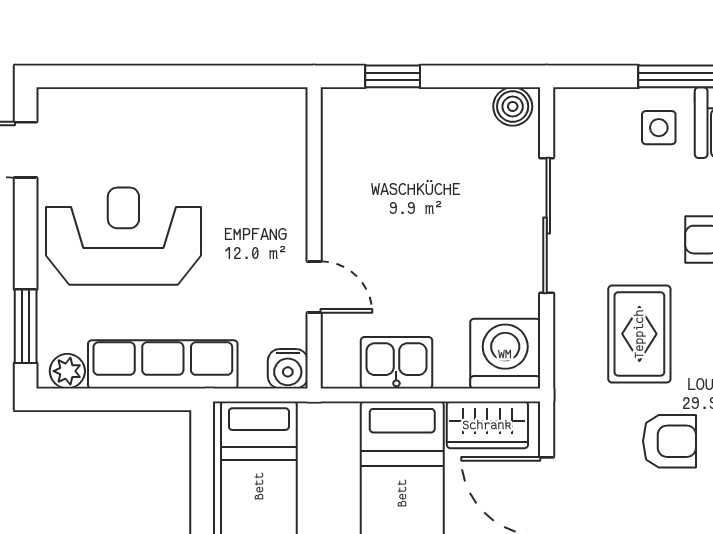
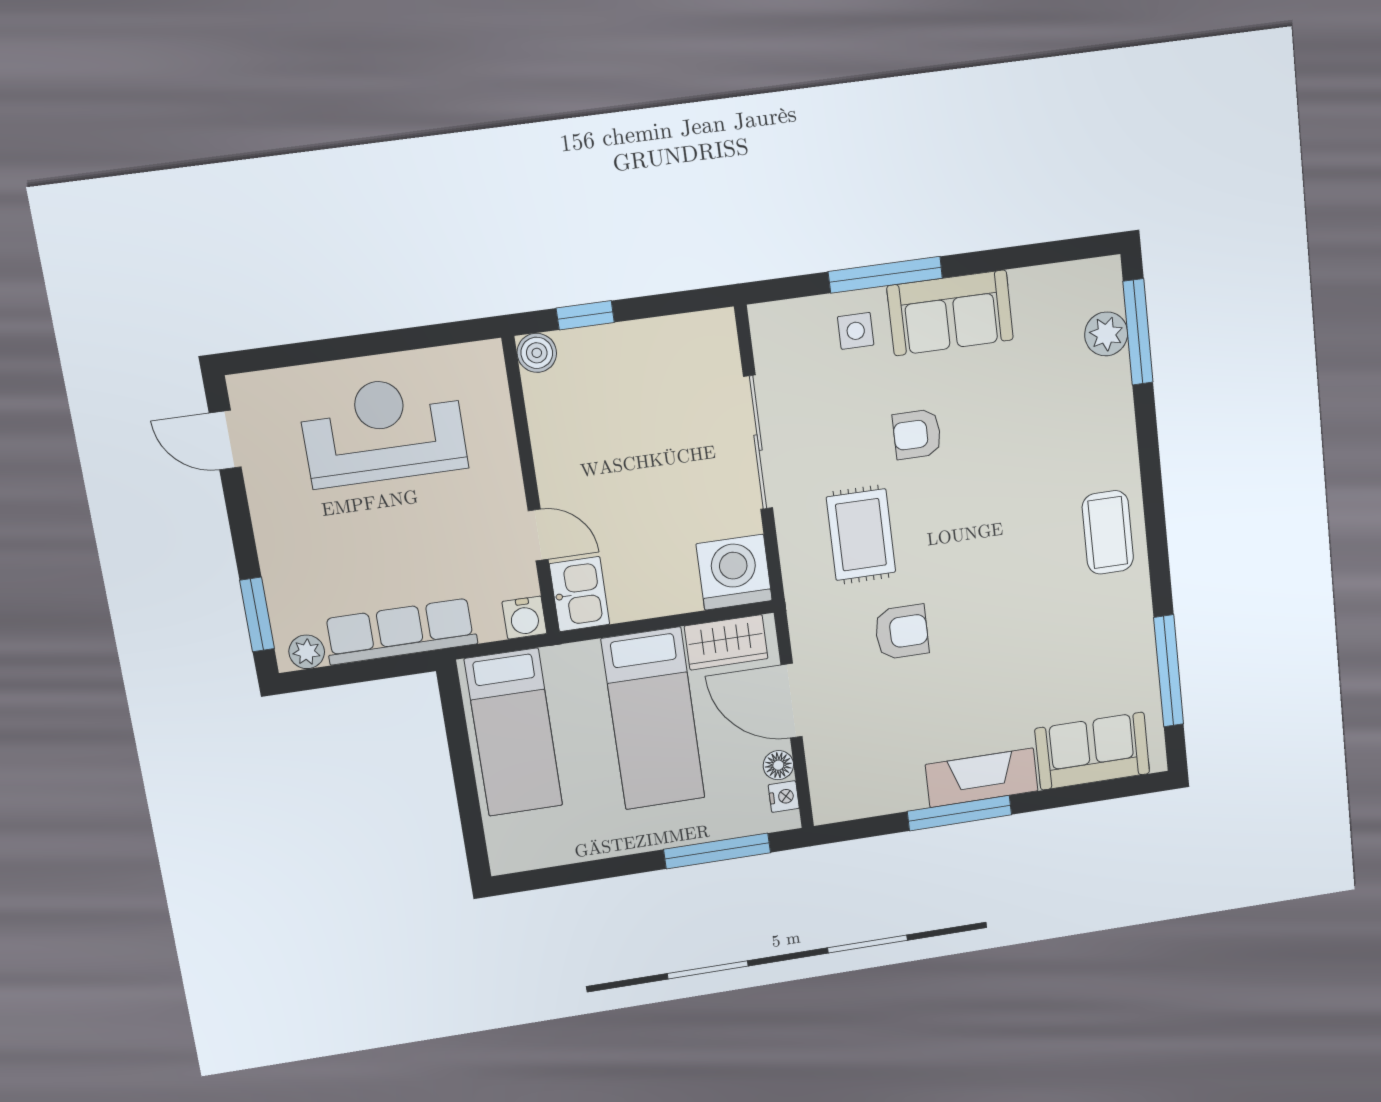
boiler: (513, 106) -> (537, 353), moved
reception desk: (123, 236) -> (383, 431), moved
kitchen sink: (396, 363) -> (579, 594), moved, turned 90

